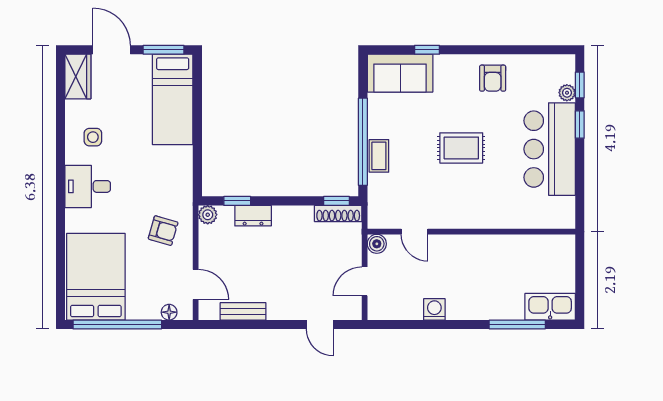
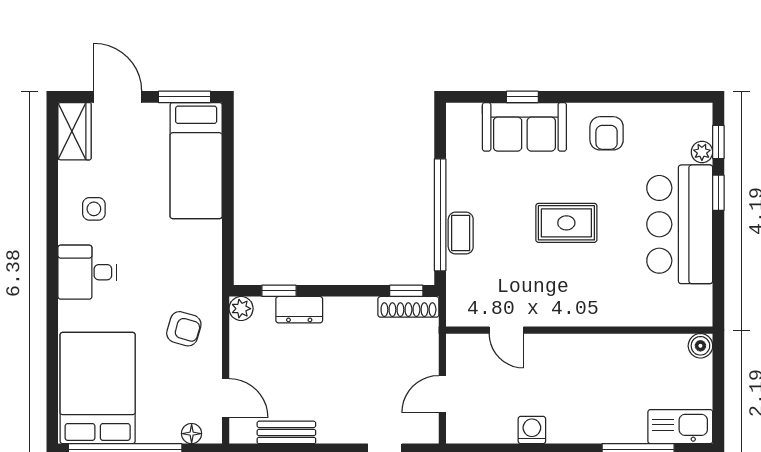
sofa: (400, 73) -> (524, 127), moved
boiler: (377, 244) -> (700, 346), moved

